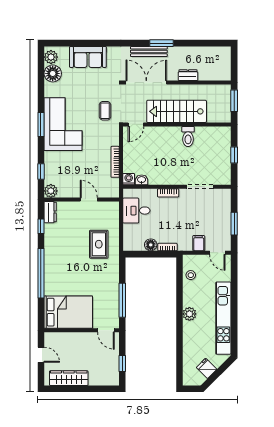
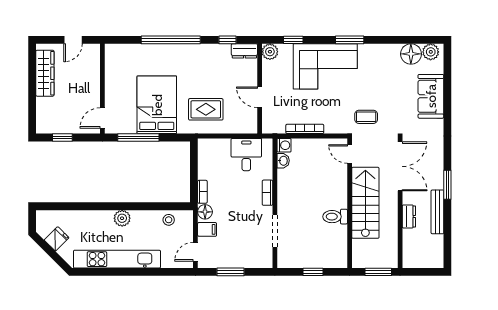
bench: (149, 51) -> (437, 212), moved
corner sofa: (63, 124) -> (325, 66), moved
door: (89, 199) -> (260, 97), swing flipped
floor lamp: (151, 245) -> (205, 212), moved
bed: (68, 312) -> (157, 105), moved, turned 180

